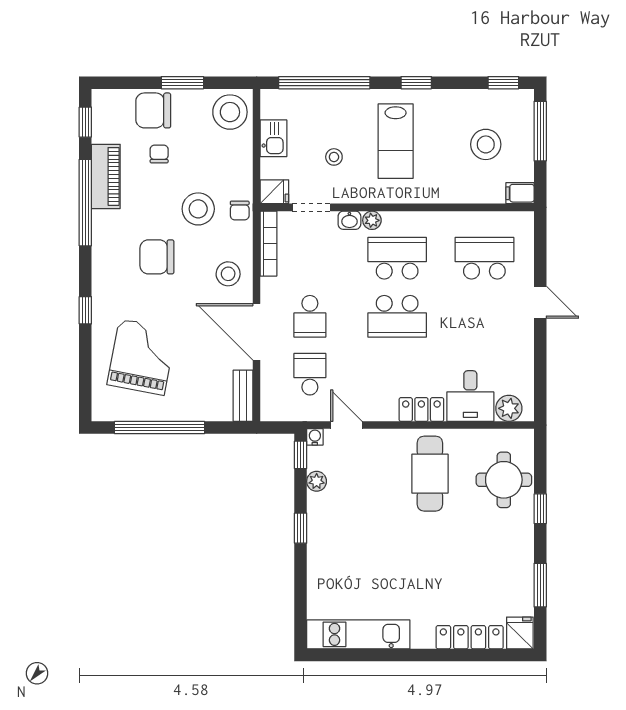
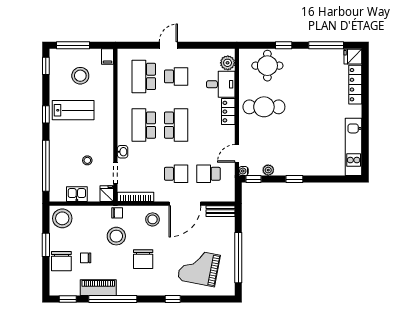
lab bench: (396, 141) -> (73, 110), moved
plant: (372, 220) -> (123, 139), removed
school desk: (484, 316) -> (176, 76), added
window: (540, 585) -> (326, 45), width x1.44

